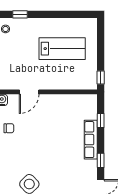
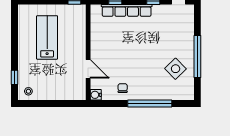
row of seats: (91, 140) -> (127, 10), width x1.36

